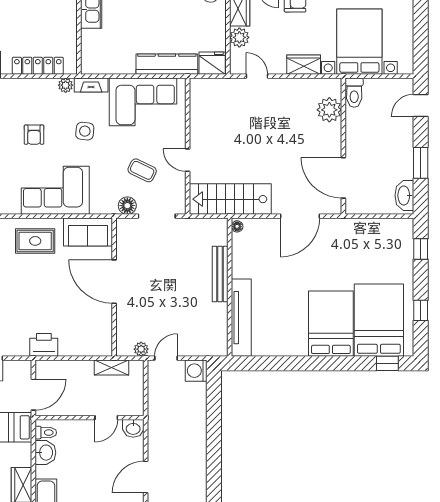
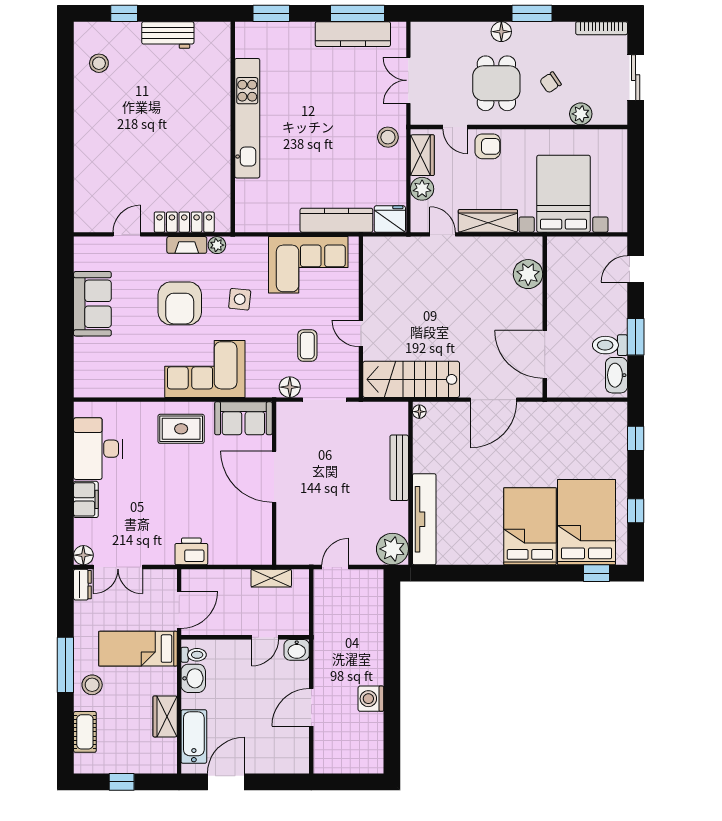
wardrobe: (304, 65) -> (488, 221), width x1.50
fireplace: (91, 85) -> (187, 245), moved
toilet: (354, 93) -> (610, 345), moved, turned 90
armchair: (34, 135) -> (180, 303), width x1.88, depth x1.88
coffee table: (142, 170) -> (307, 345), turned 64
plant: (141, 349) -> (392, 549), moved, width x1.87, depth x1.87
washing machine: (196, 371) -> (371, 699), moved

